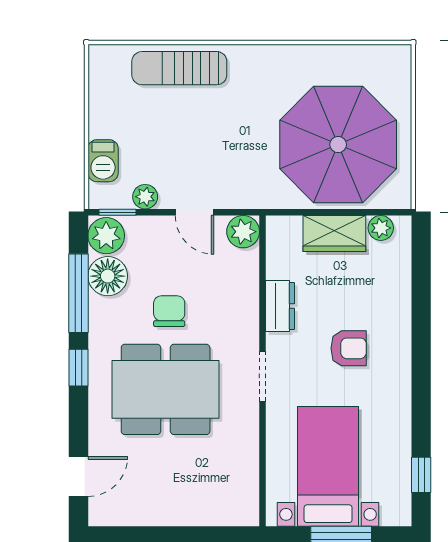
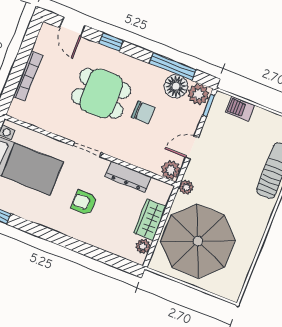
plant: (145, 197) -> (186, 187), moved
dresser: (280, 306) -> (128, 177), width x1.44
armchair: (349, 348) -> (84, 203), turned 90
window: (78, 368) -> (111, 42), moved
dining table: (166, 389) -> (101, 93), width x0.73
bookcase: (184, 516) -> (28, 76), added

